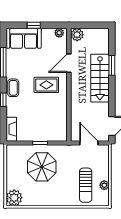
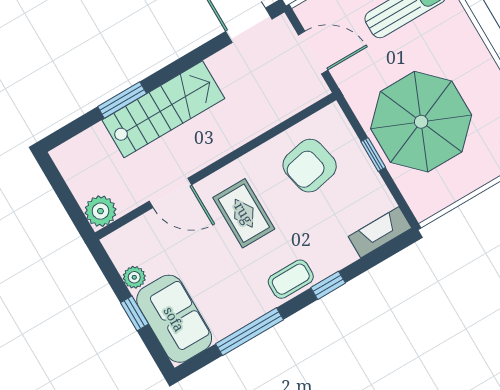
plant: (59, 33) -> (134, 277), moved
armchair: (50, 118) -> (310, 166), added
door: (89, 143) -> (313, 52), swing flipped
parasol: (42, 167) -> (421, 122), width x1.36, depth x1.36

